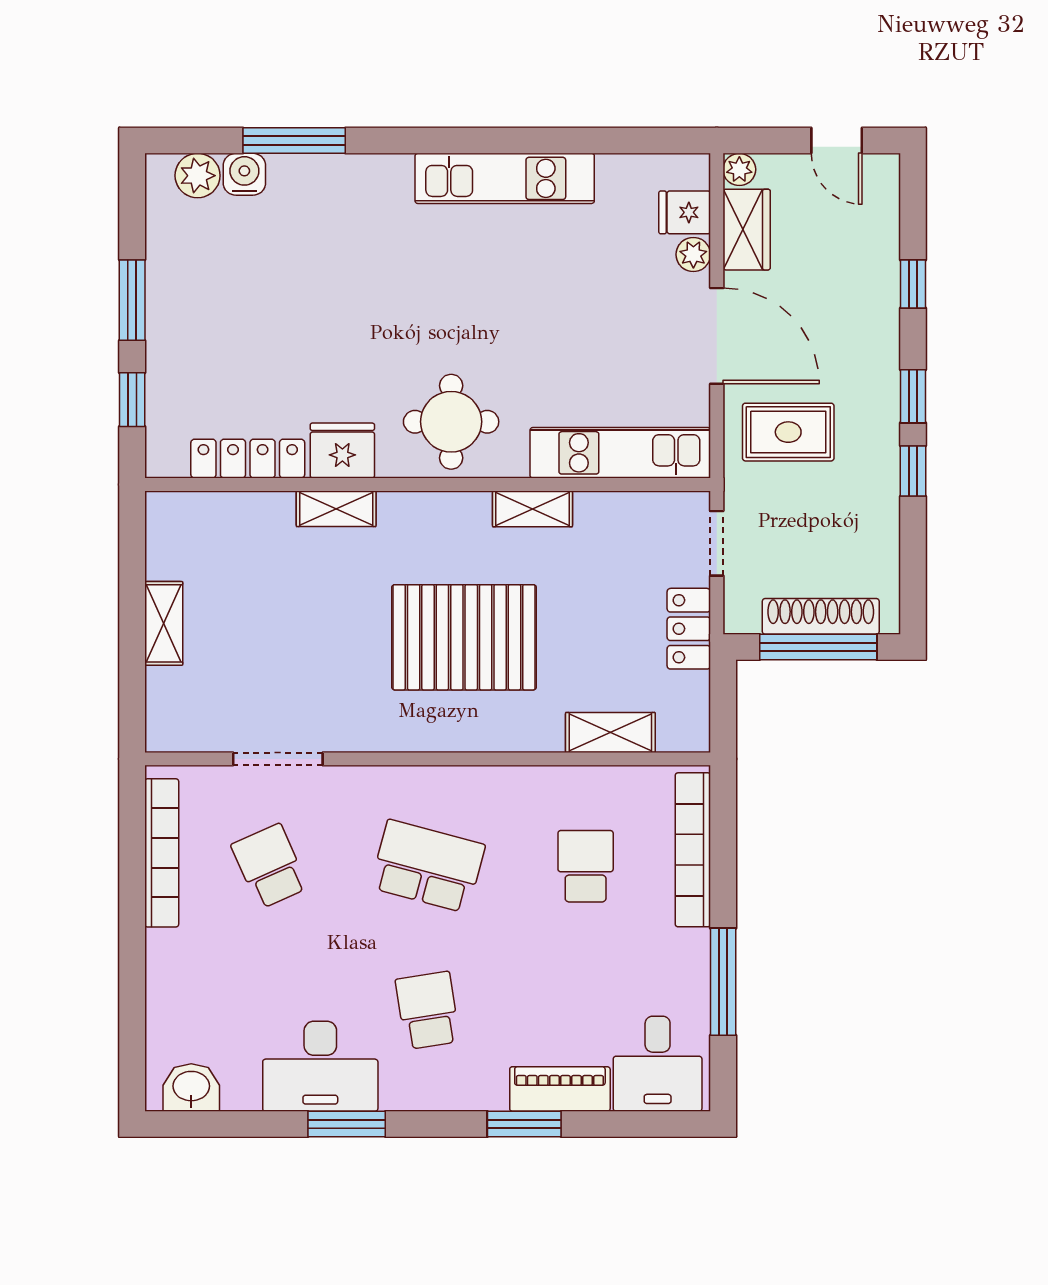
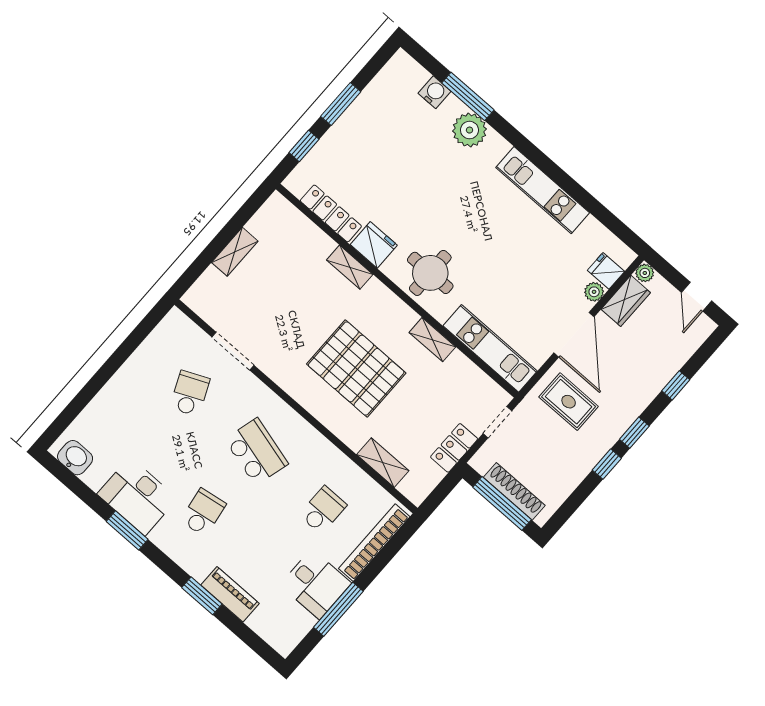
plant: (198, 176) -> (469, 130), moved, width x1.36, depth x1.36
bookcase: (162, 853) -> (149, 348), removed
desk: (658, 1064) -> (316, 584), moved, turned -90

